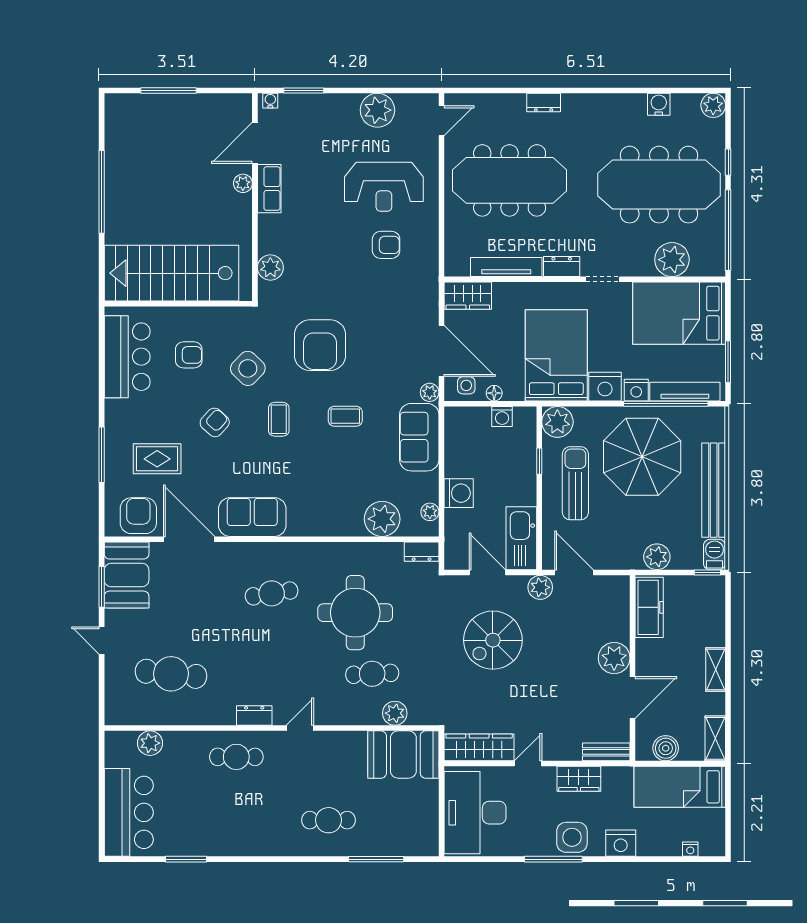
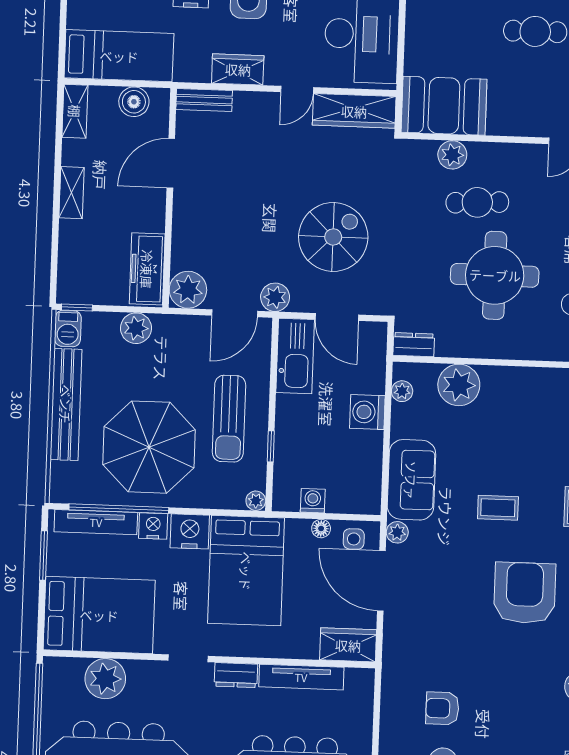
plant: (557, 422) -> (256, 501), width x0.53, depth x0.53
door: (574, 573) -> (235, 313), hinge flipped
plant: (614, 658) -> (188, 290), moved

